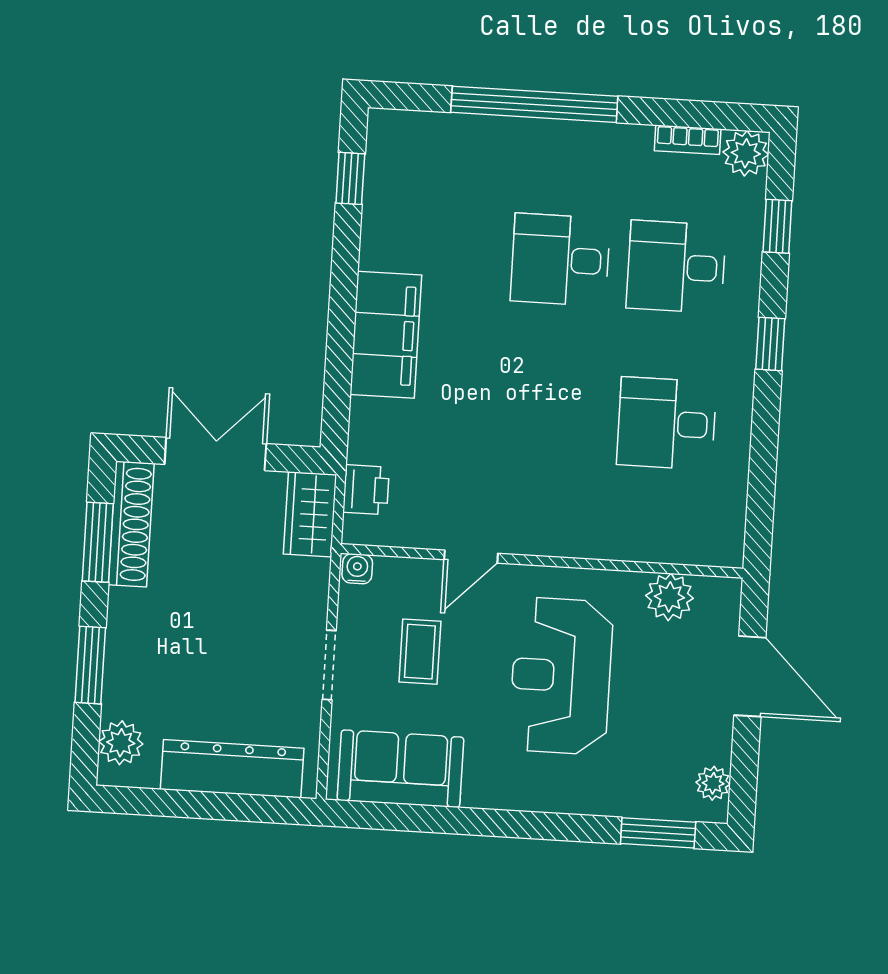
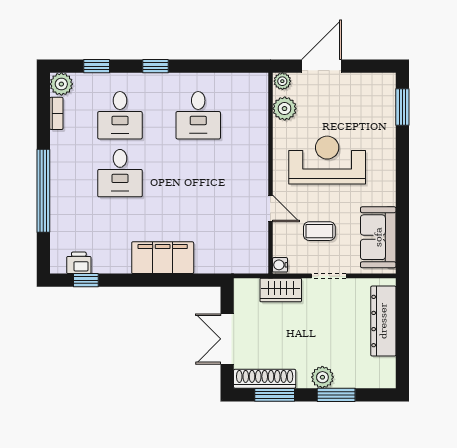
printer: (366, 490) -> (79, 263), moved
wardrobe: (310, 514) -> (281, 290), moved
reception desk: (561, 676) -> (327, 160), turned 180
plant: (121, 743) -> (322, 377), moved
plant: (713, 783) -> (282, 81), moved

